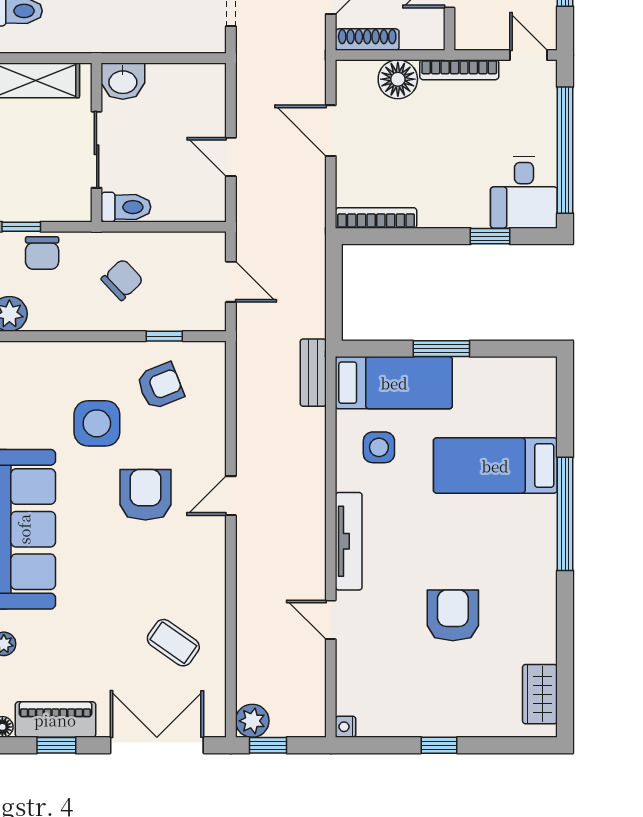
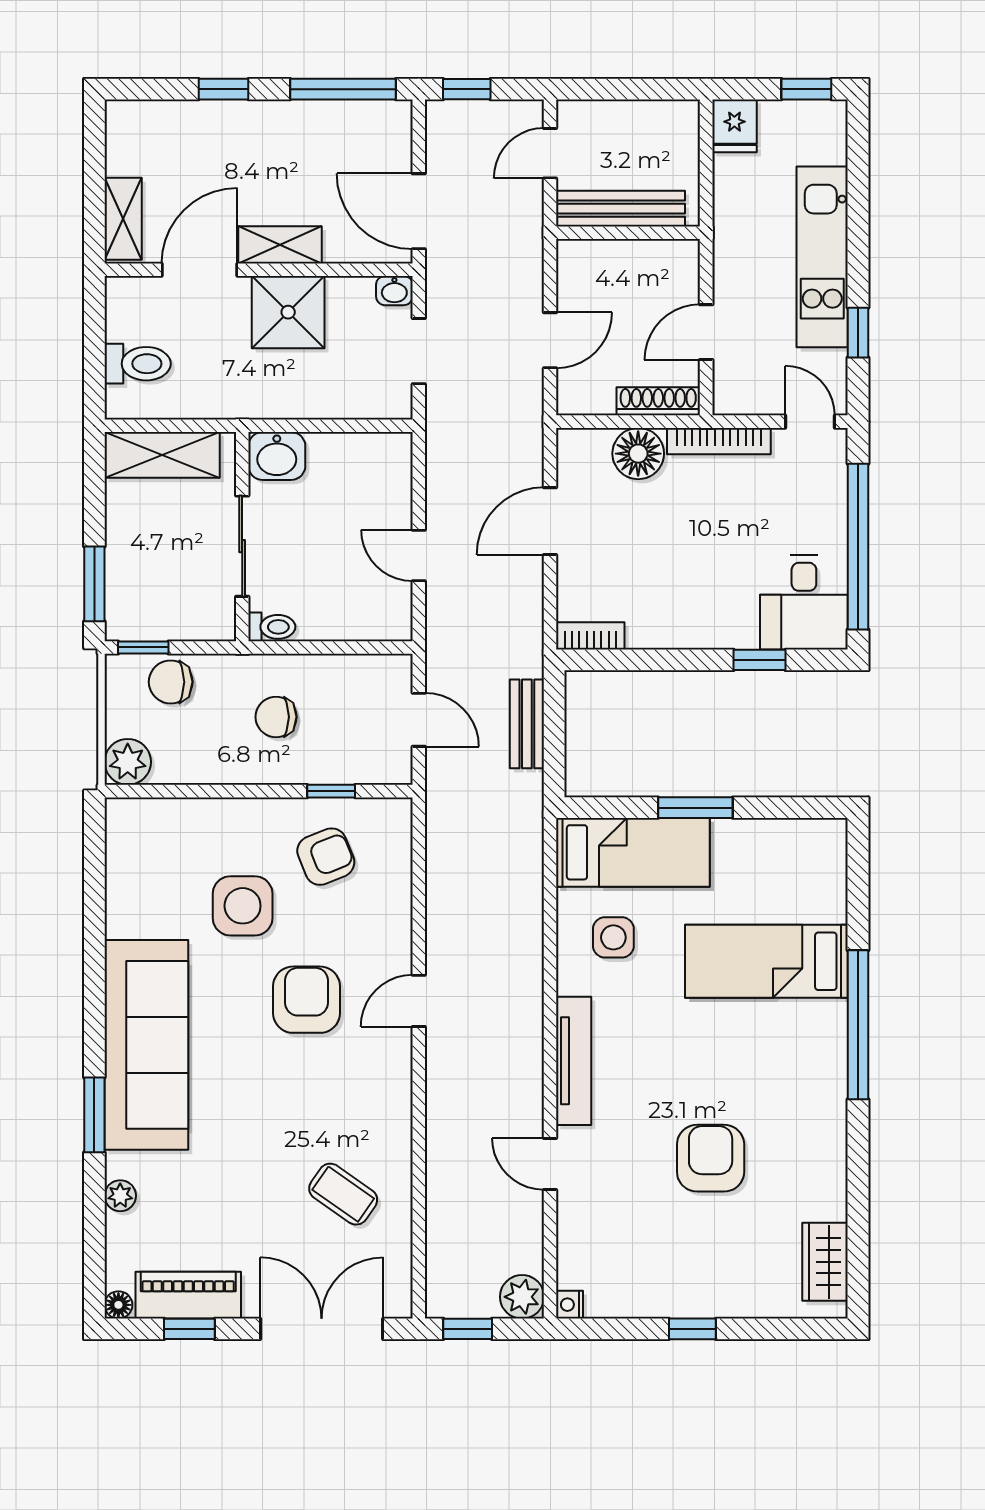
shoe rack: (367, 40) -> (658, 401), moved
door: (331, 131) -> (550, 521), hinge flipped
toilet: (126, 207) -> (272, 627), width x0.73, depth x0.72
bookcase: (376, 218) -> (590, 636), width x0.64
chair: (42, 253) -> (171, 682), turned 90
chair: (122, 280) -> (276, 717), turned -137
bench: (313, 373) -> (527, 724), moved
plant: (252, 721) -> (522, 1297), moved

